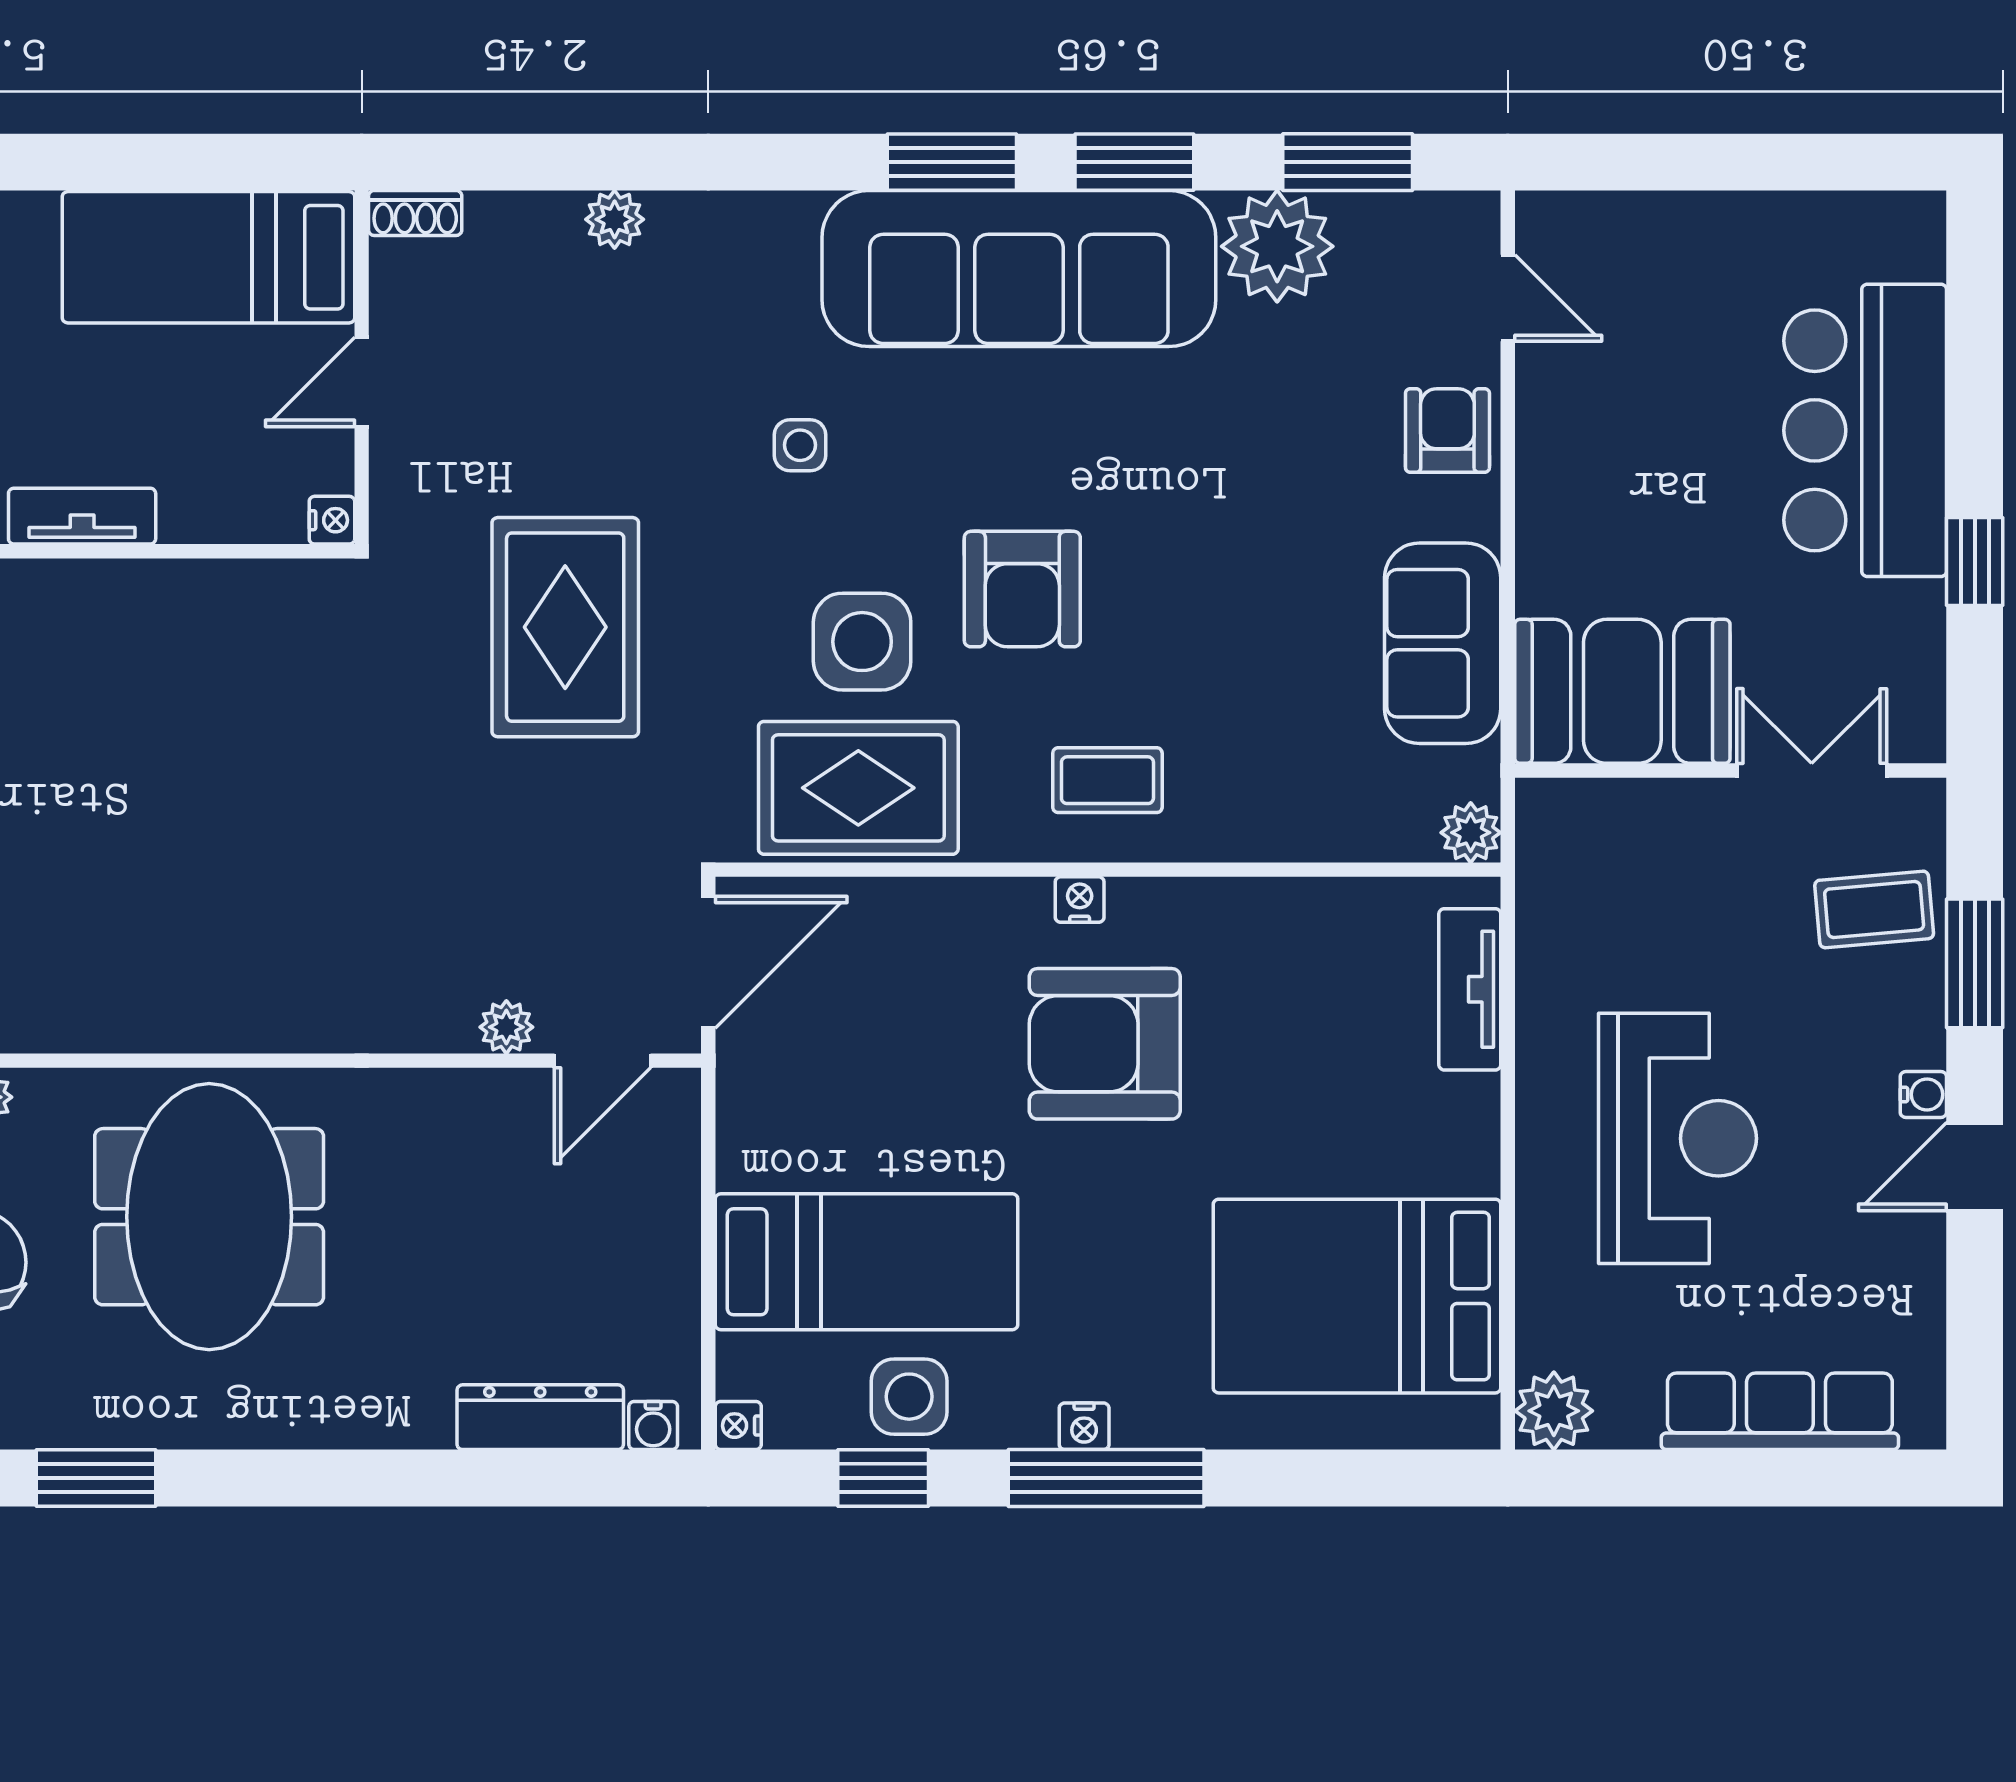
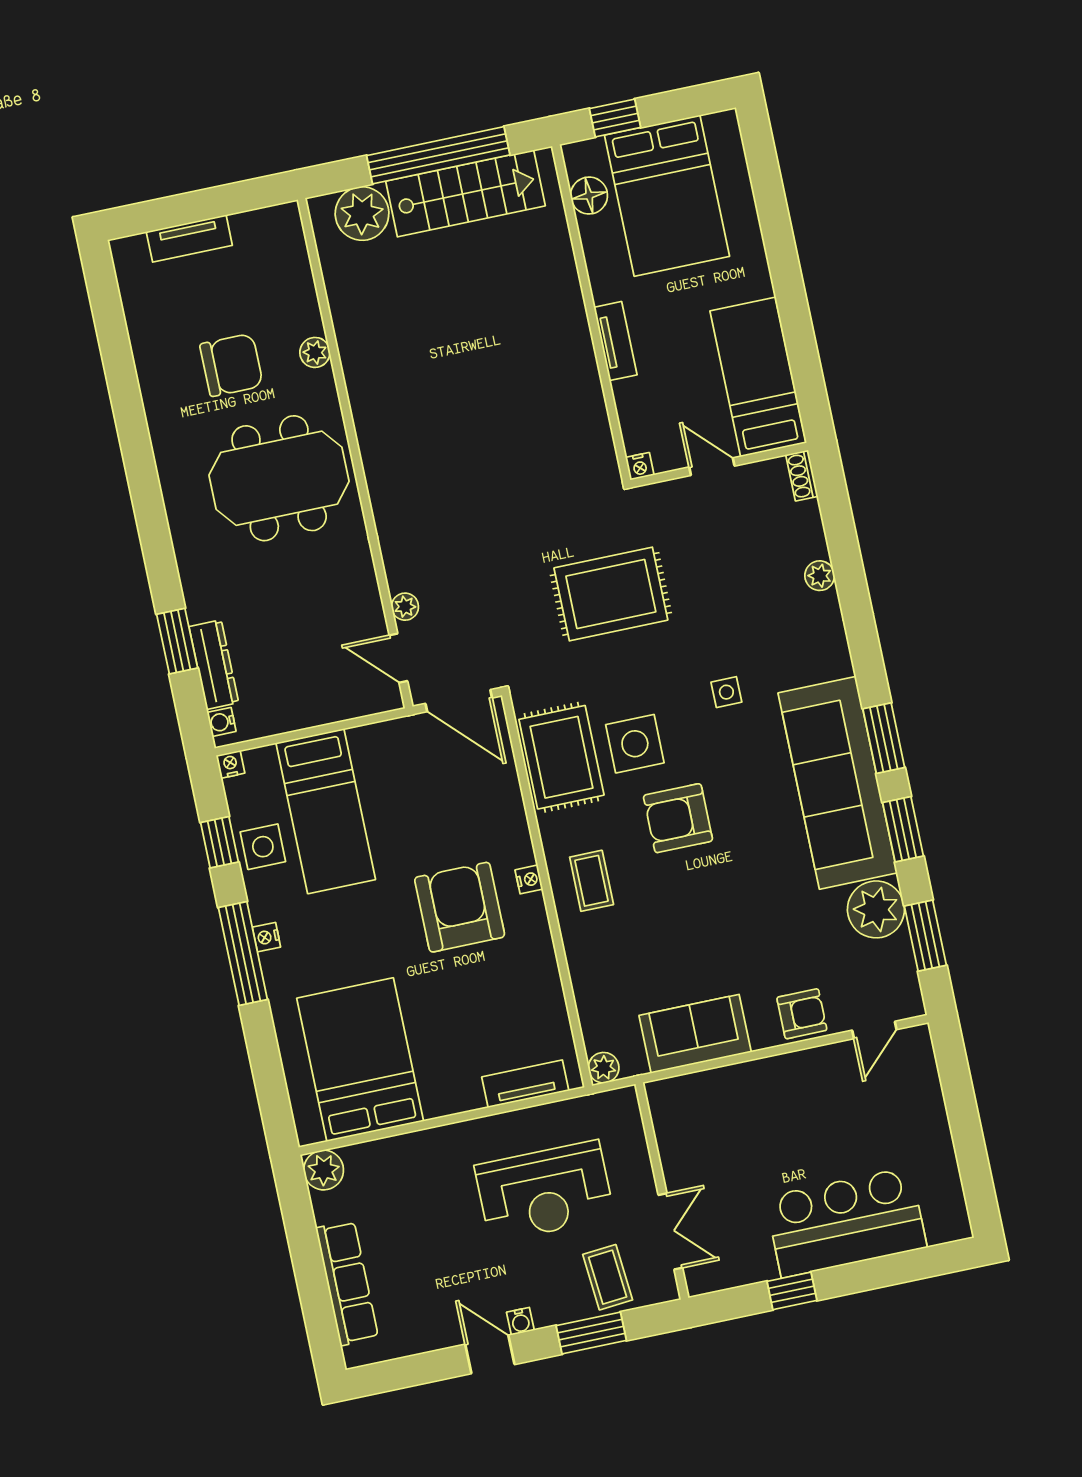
booth: (1622, 691) -> (690, 1129), removed
reception desk: (1678, 1138) -> (544, 1192), moved
window: (96, 1478) -> (177, 641), moved

